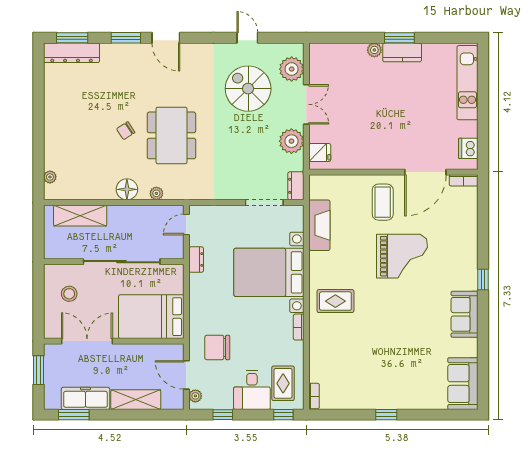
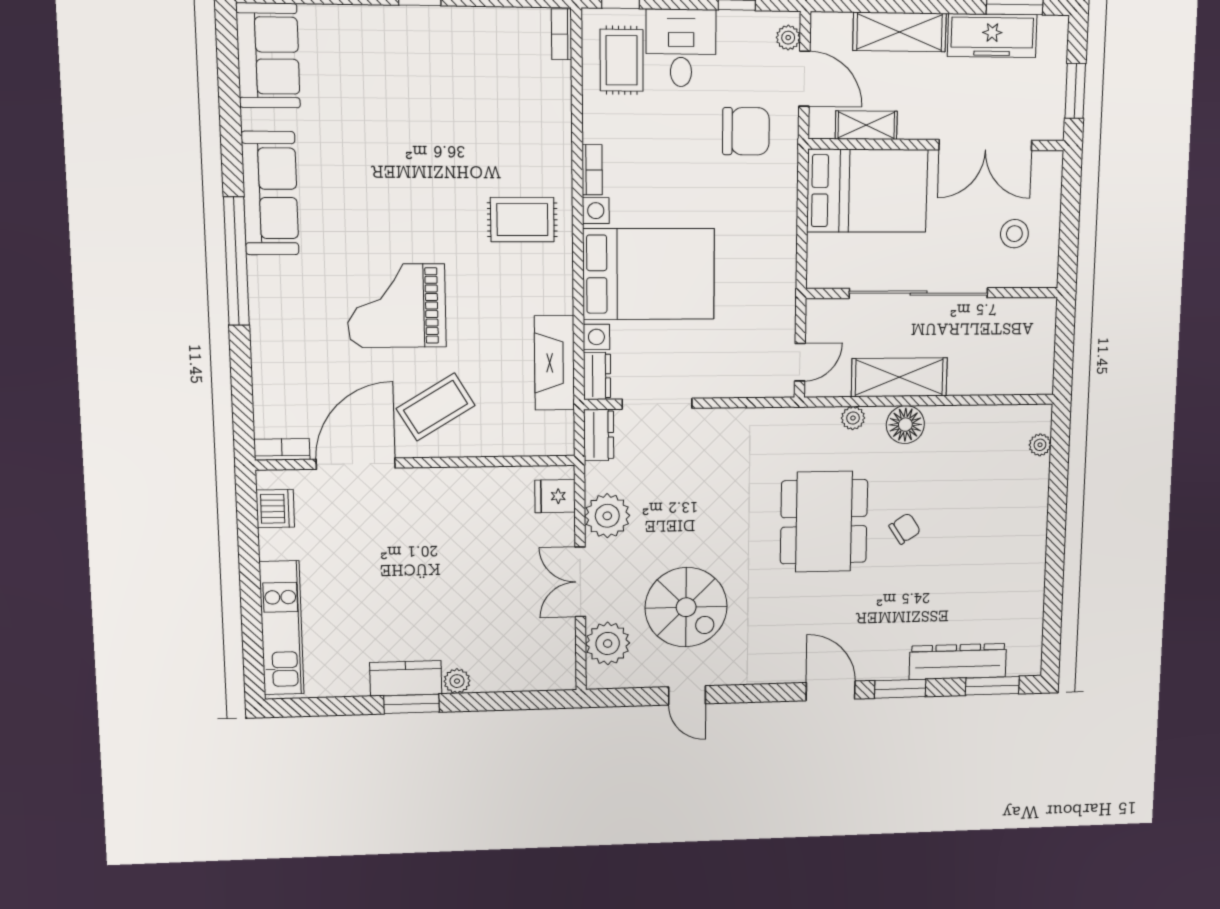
dresser: (72, 53) -> (958, 662), moved
coffee table: (383, 202) -> (436, 407), turned 59
shelving: (80, 216) -> (899, 377), moved
dresser: (196, 260) -> (597, 376), moved, turned 180
window: (483, 280) -> (236, 261), width x3.17
sofa: (465, 314) -> (270, 193), width x1.36
shelving: (153, 351) -> (866, 125), added

